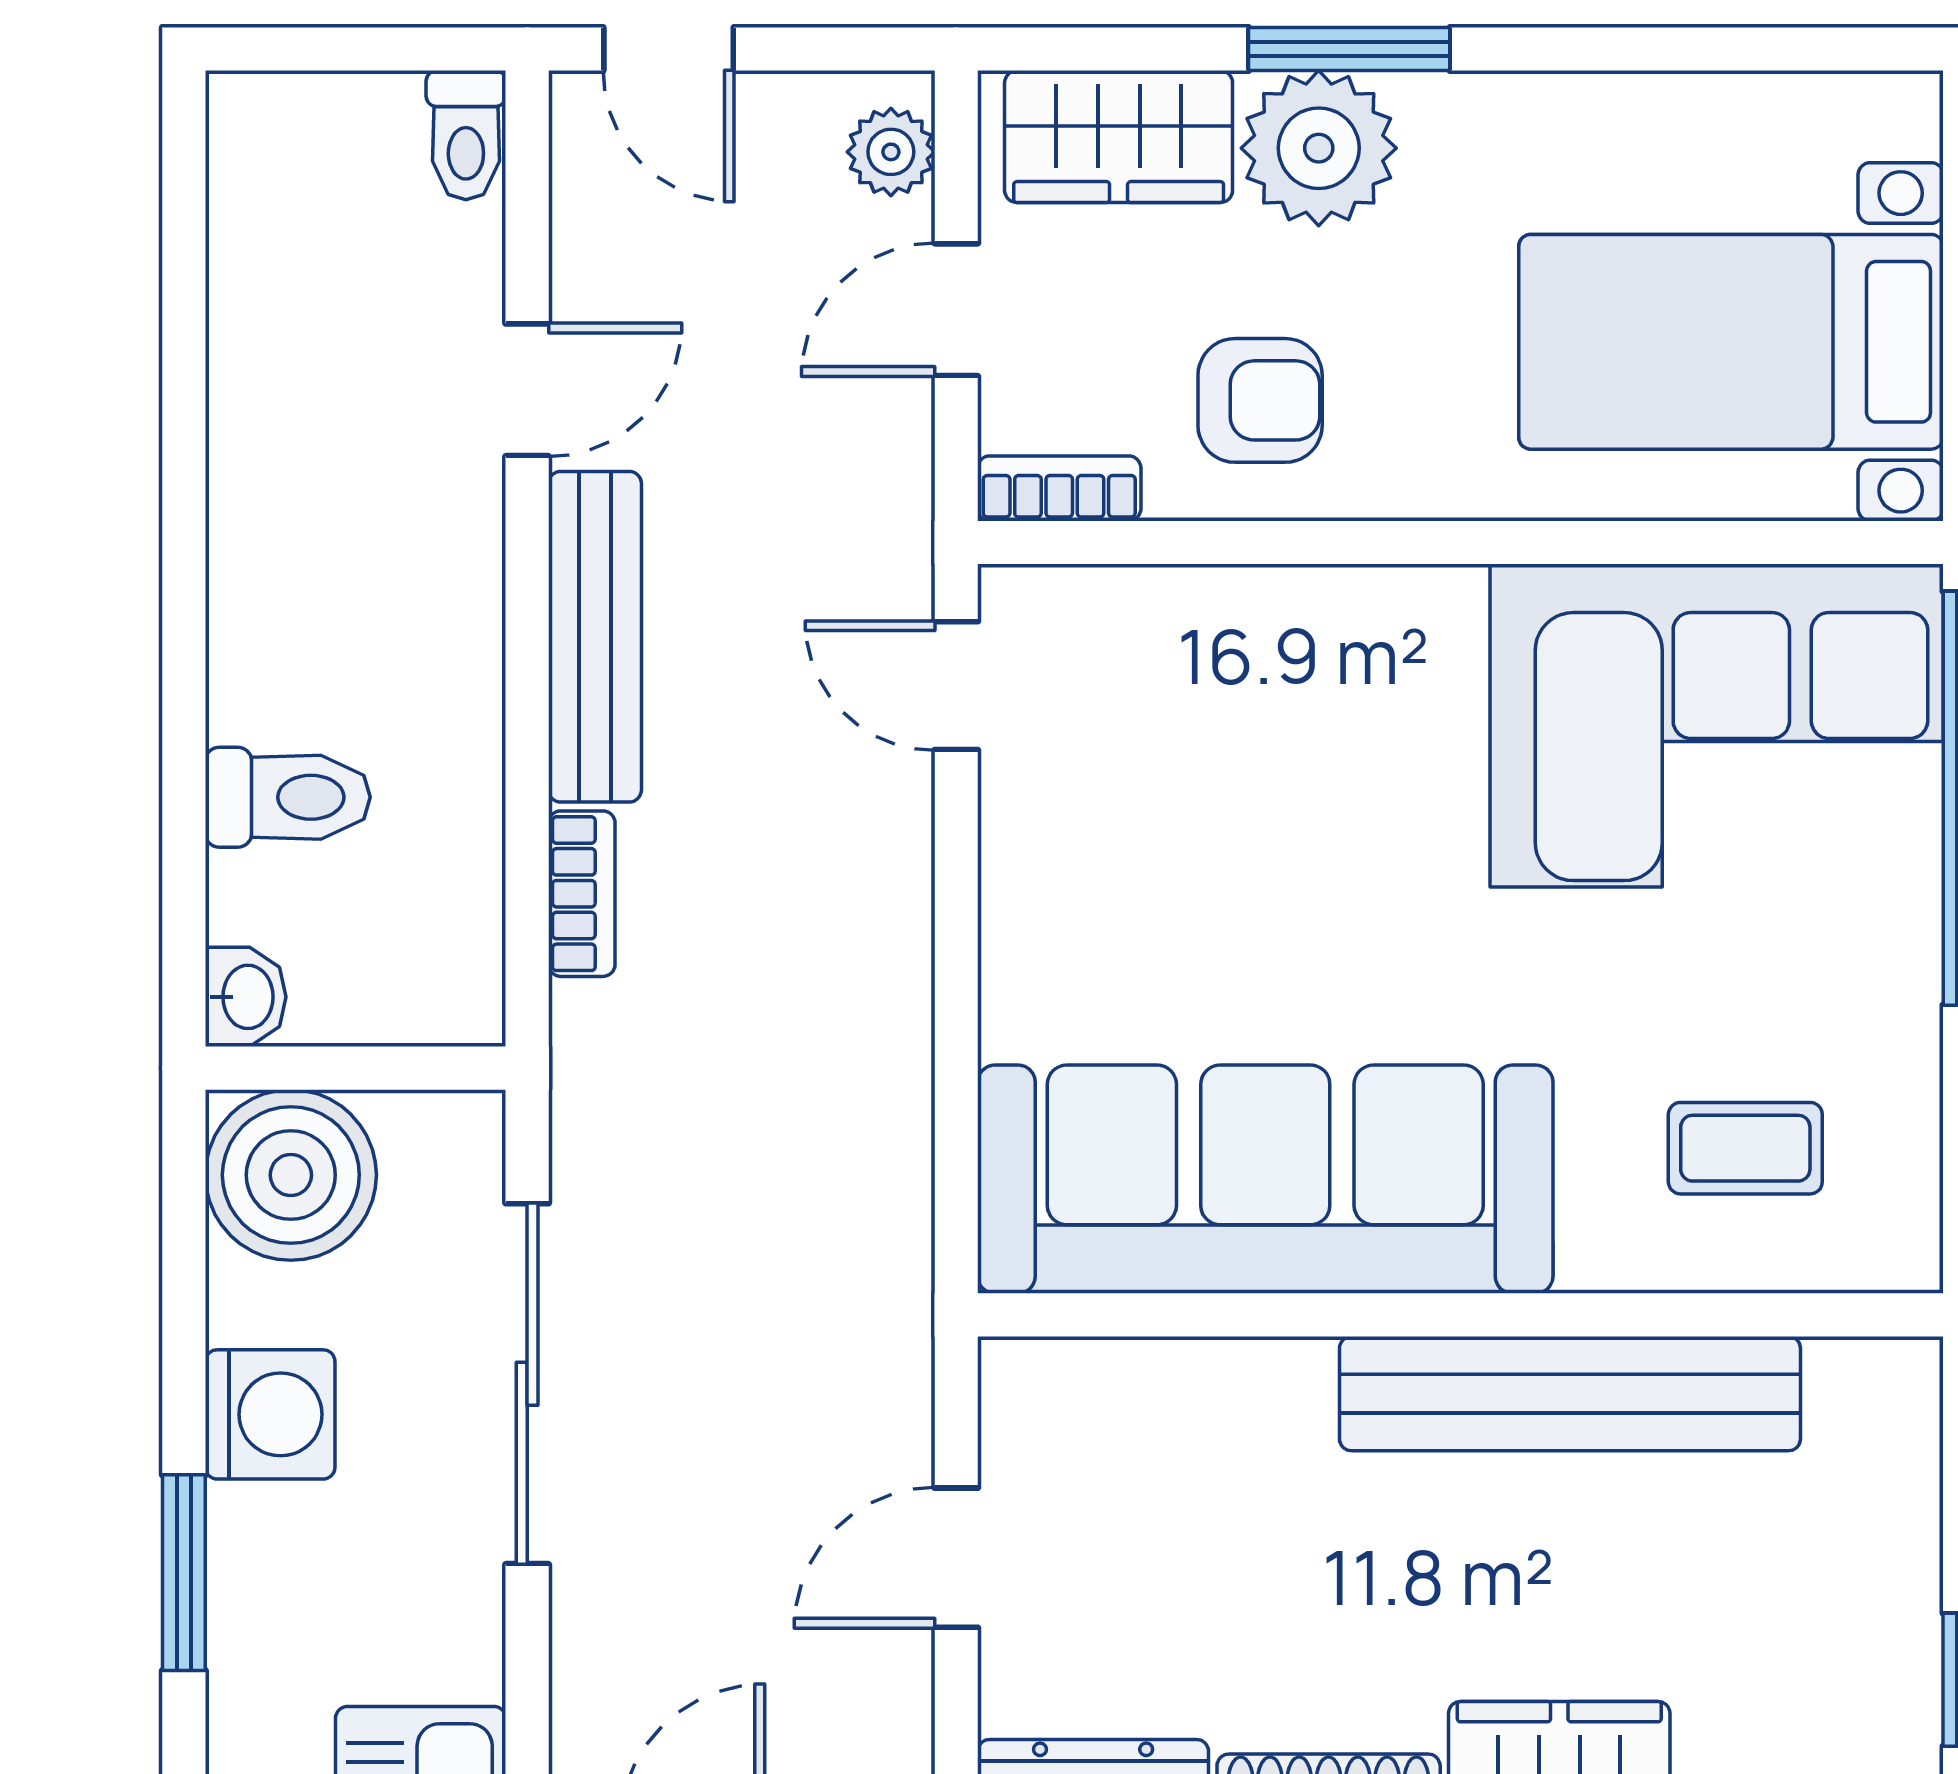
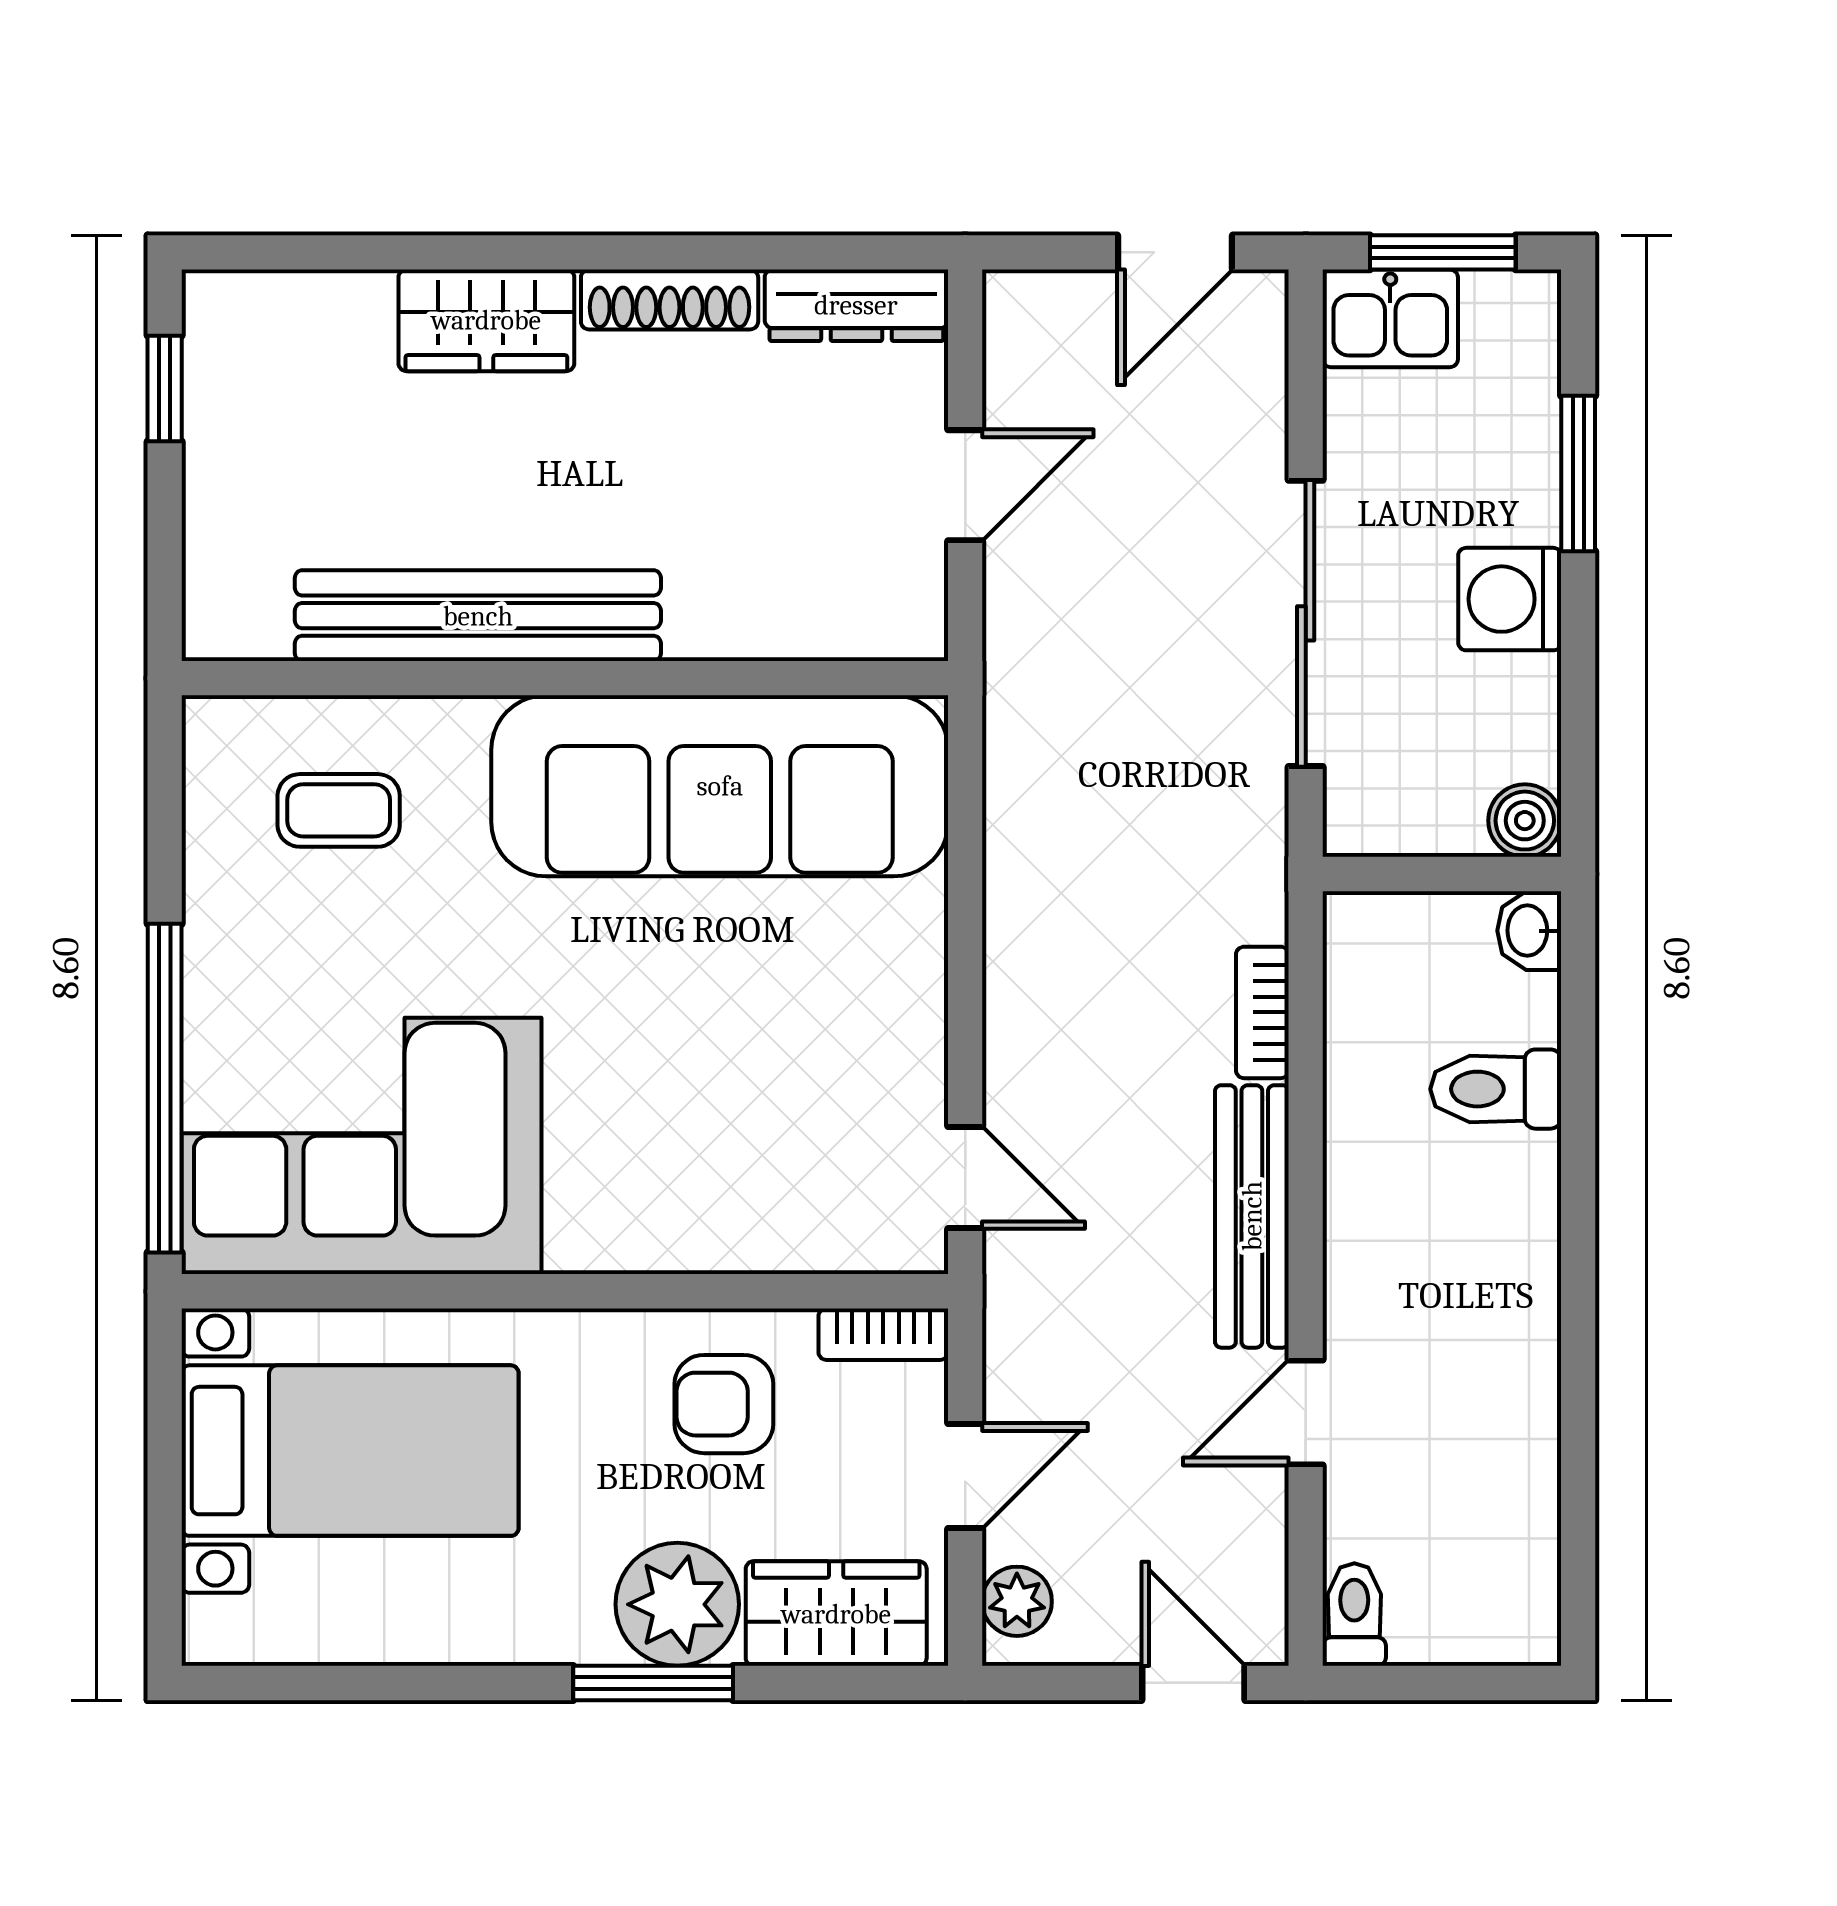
boiler: (291, 1175) -> (1525, 821), width x0.54, depth x0.54

